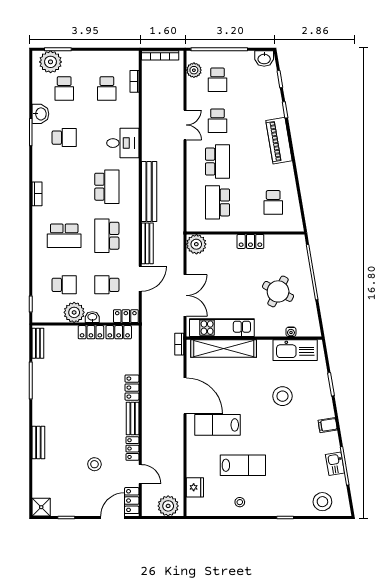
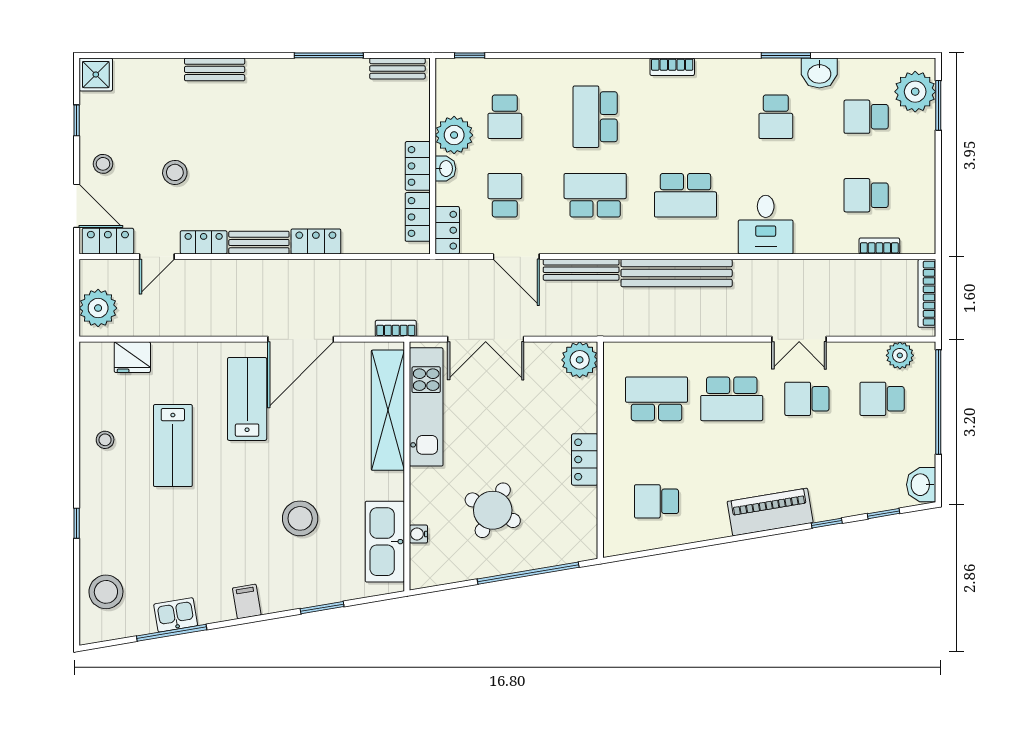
stool: (90, 503) -> (103, 164), added

